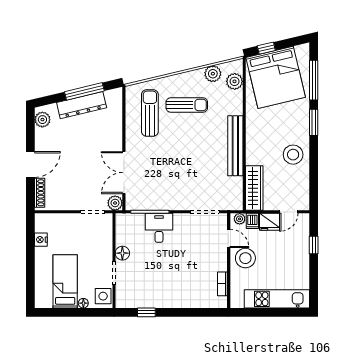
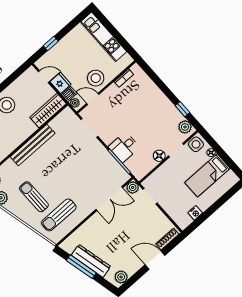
door: (229, 238) -> (93, 99), hinge flipped
plant: (128, 300) -> (185, 127), added

